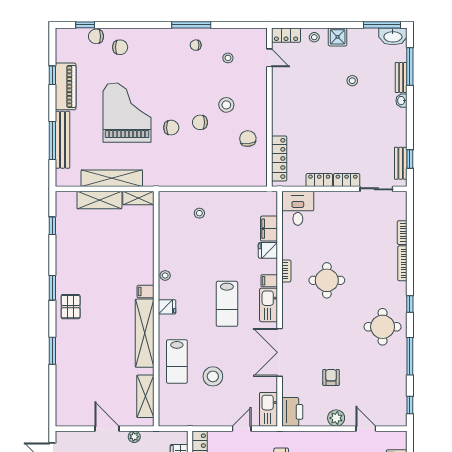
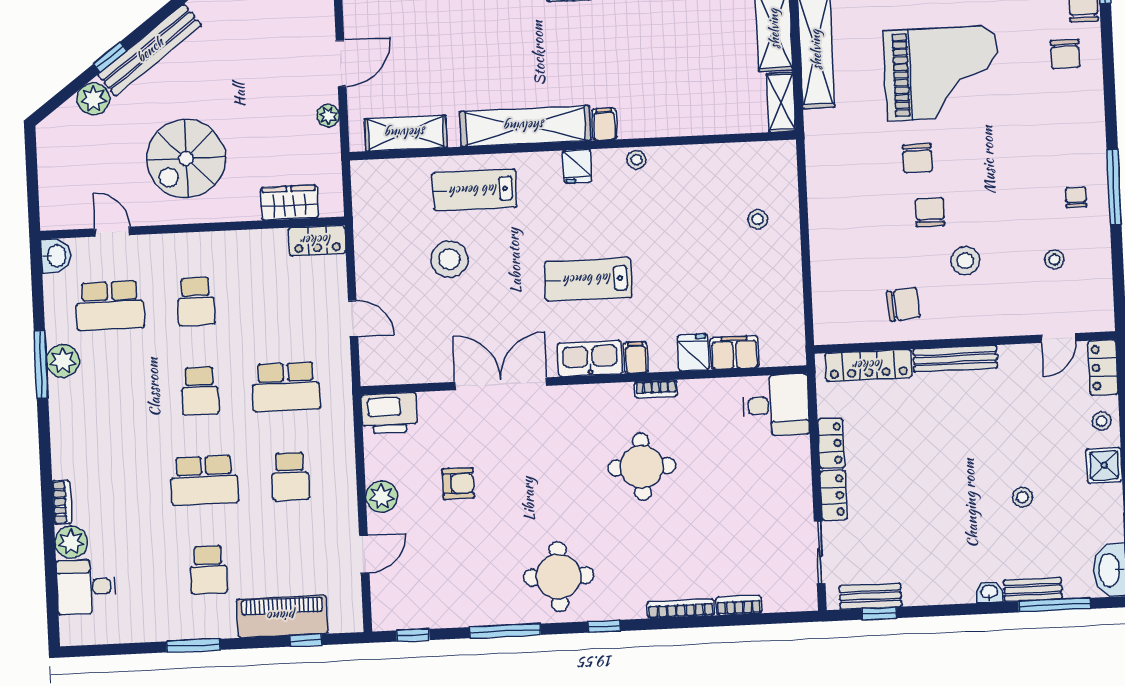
bench: (278, 113) -> (955, 359), added
kitchen sink: (268, 409) -> (392, 368), removed

